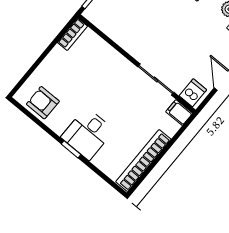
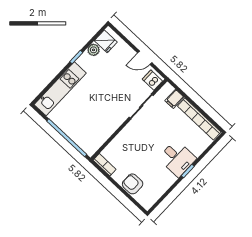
armchair: (43, 103) -> (133, 184), moved, turned 90
filing cabinet: (179, 113) -> (174, 99), moved

